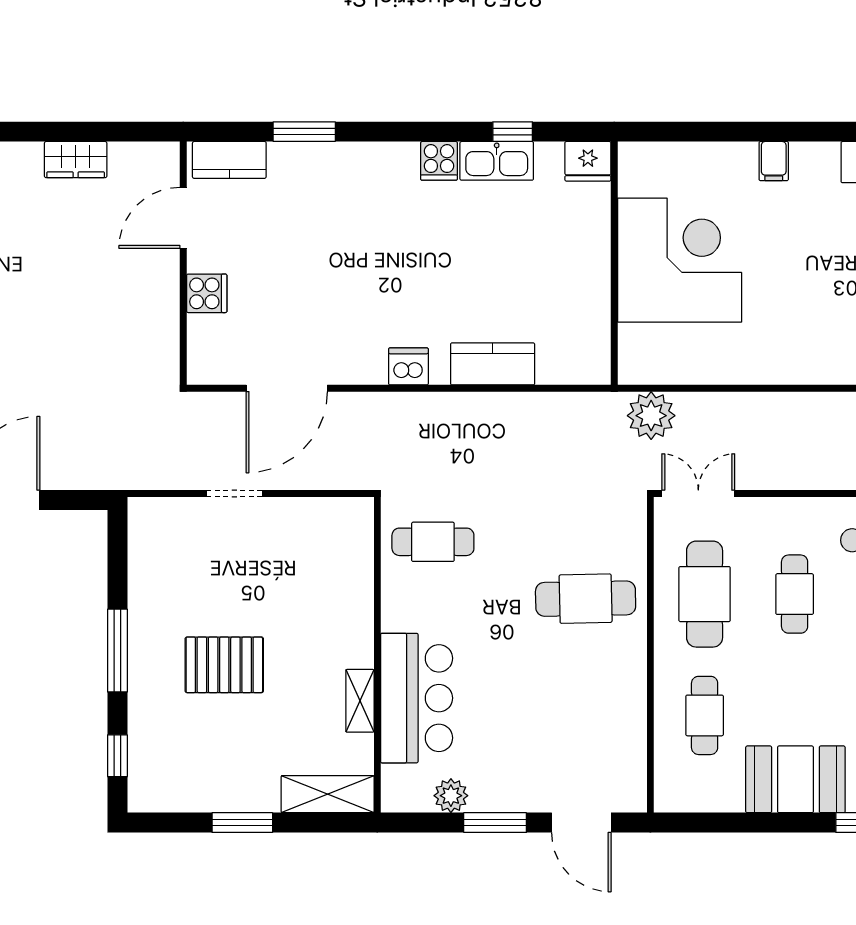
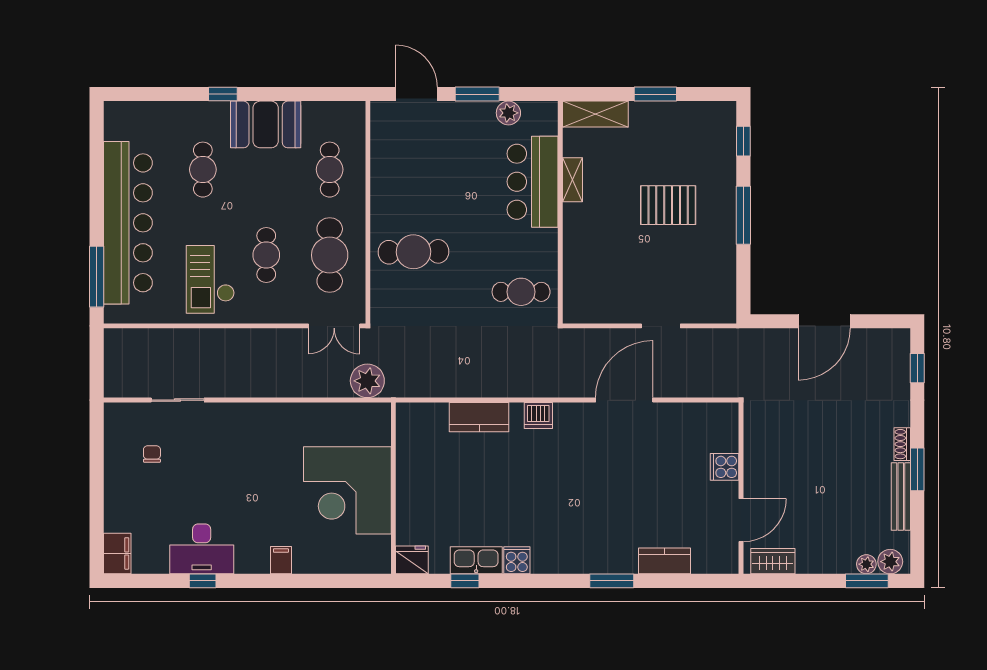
door: (183, 218) -> (741, 520), moved
wall: (183, 263) -> (741, 488), moved
cooker: (207, 293) -> (725, 467), moved

